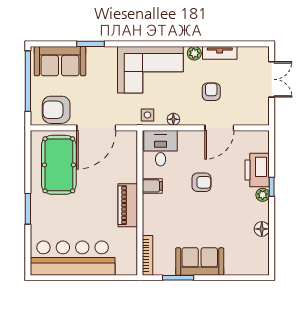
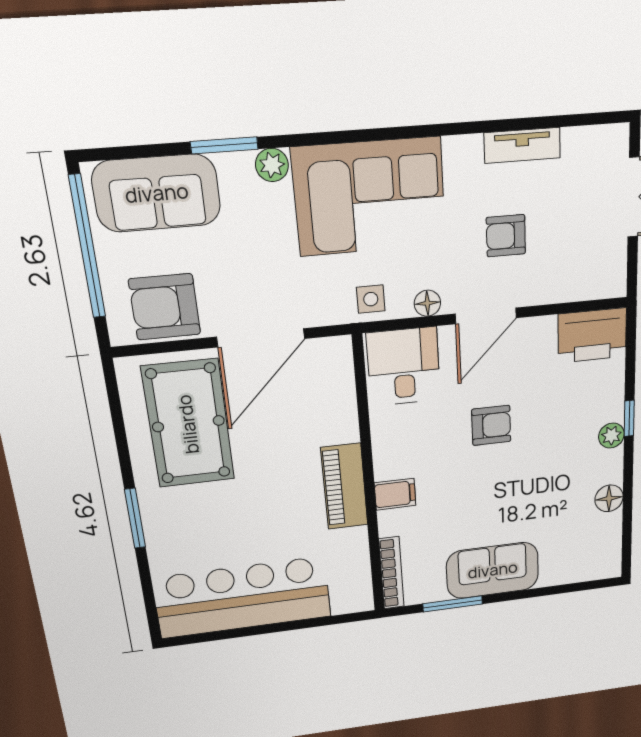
plant: (194, 53) -> (272, 165), moved
armchair: (211, 92) -> (506, 236), turned -90
door: (219, 128) -> (486, 316), moved
printer: (257, 170) -> (592, 335), moved, turned -90
filing cabinet: (152, 186) -> (395, 494), moved

